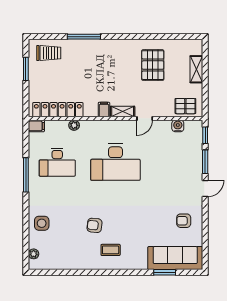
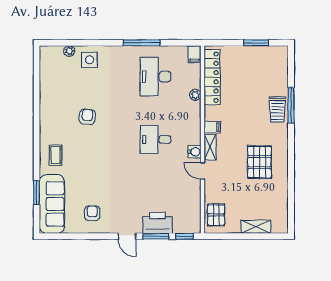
trolley: (49, 53) -> (277, 109), moved
pallet: (153, 65) -> (259, 162), moved, turned 90
water cooler: (178, 126) -> (195, 152), moved
printer: (193, 160) -> (158, 223), added
desk: (115, 162) -> (155, 140), width x0.53, depth x0.77
coffee table: (111, 250) -> (56, 155), moved
plant: (34, 254) -> (69, 51), moved

